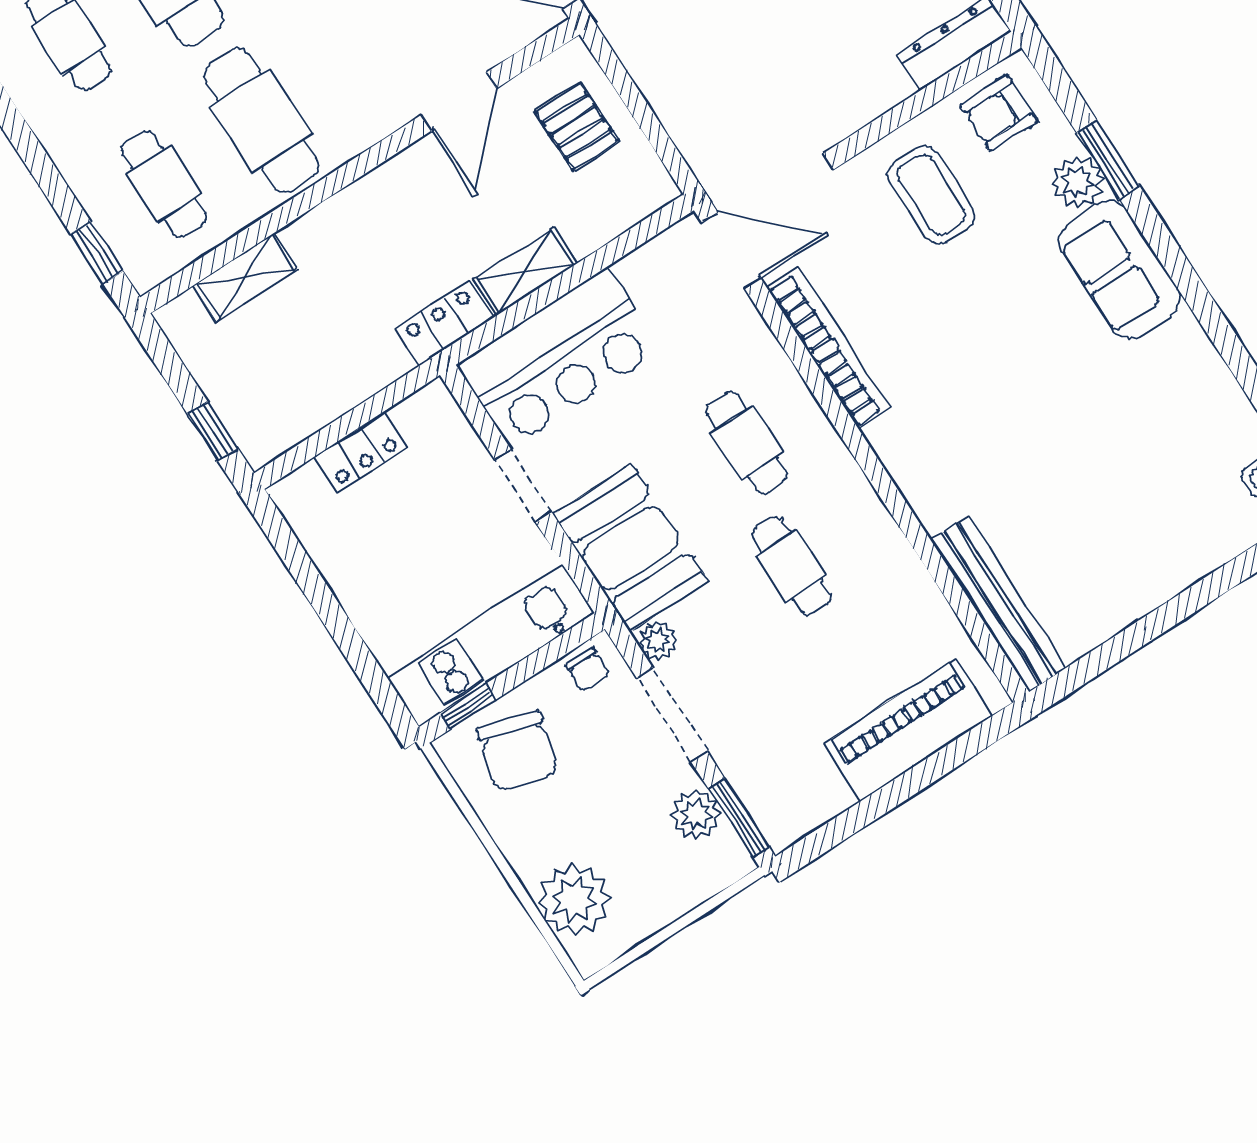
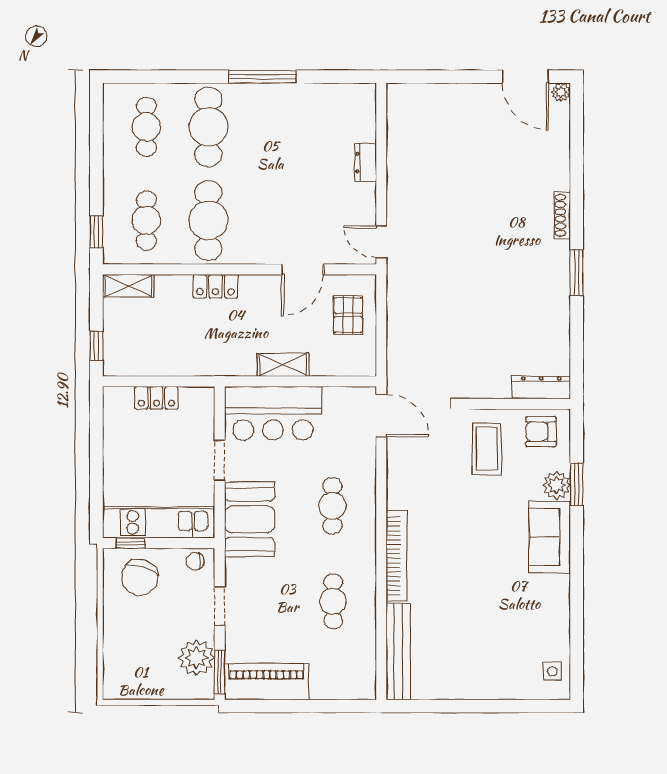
shelving: (245, 277) -> (128, 286), moved
locker: (444, 323) -> (215, 286), moved, turned 180
bookcase: (829, 348) -> (397, 556), moved
cafe table: (792, 566) -> (333, 601), moved
plant: (658, 641) -> (235, 569), removed
chair: (588, 670) -> (195, 561), turned 90
doorway: (672, 715) -> (220, 606), width x0.73
piano: (909, 730) -> (266, 682), moved
plant: (696, 814) -> (197, 658), width x1.36, depth x1.36
plant: (574, 900) -> (122, 661), removed

